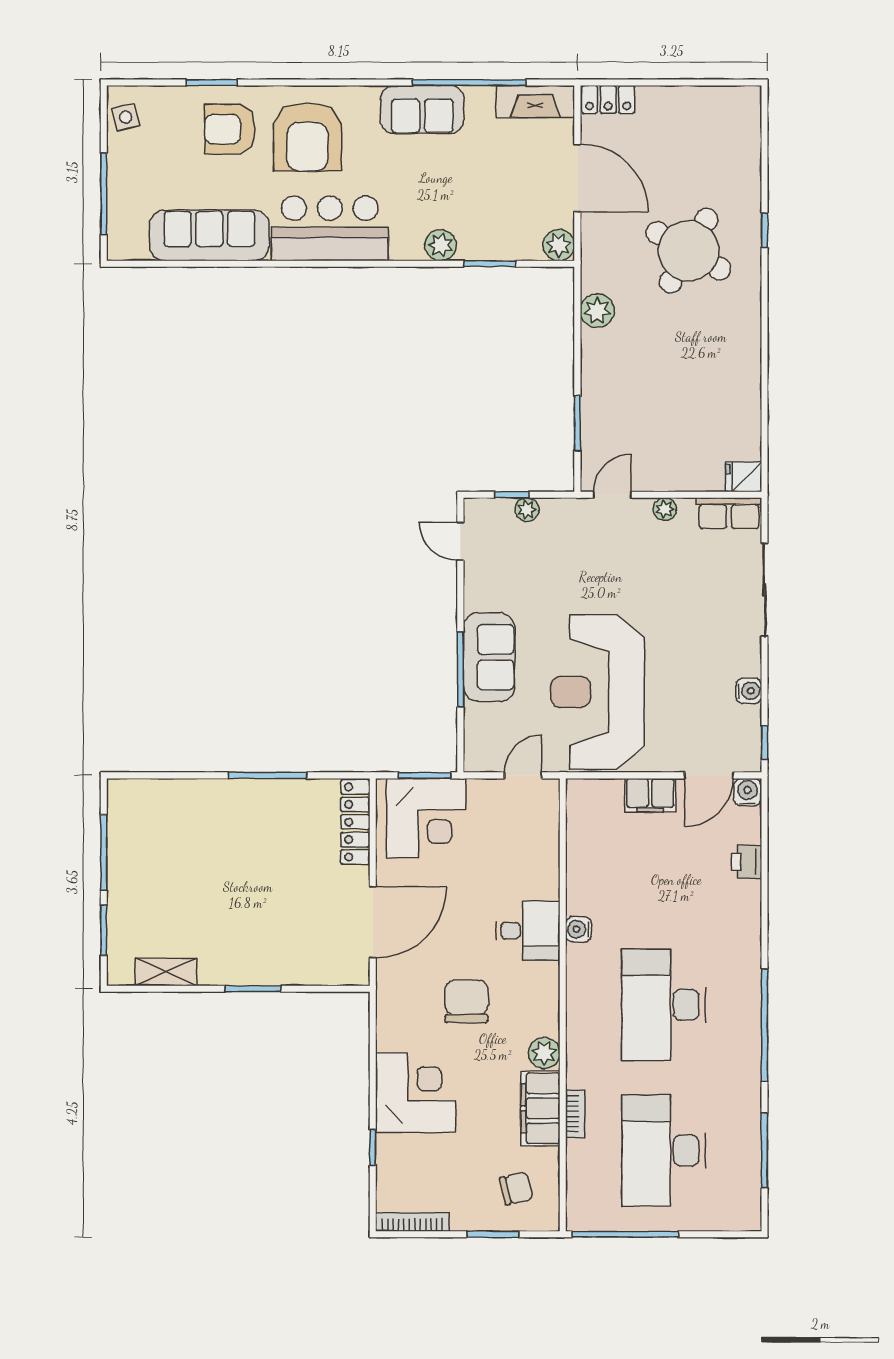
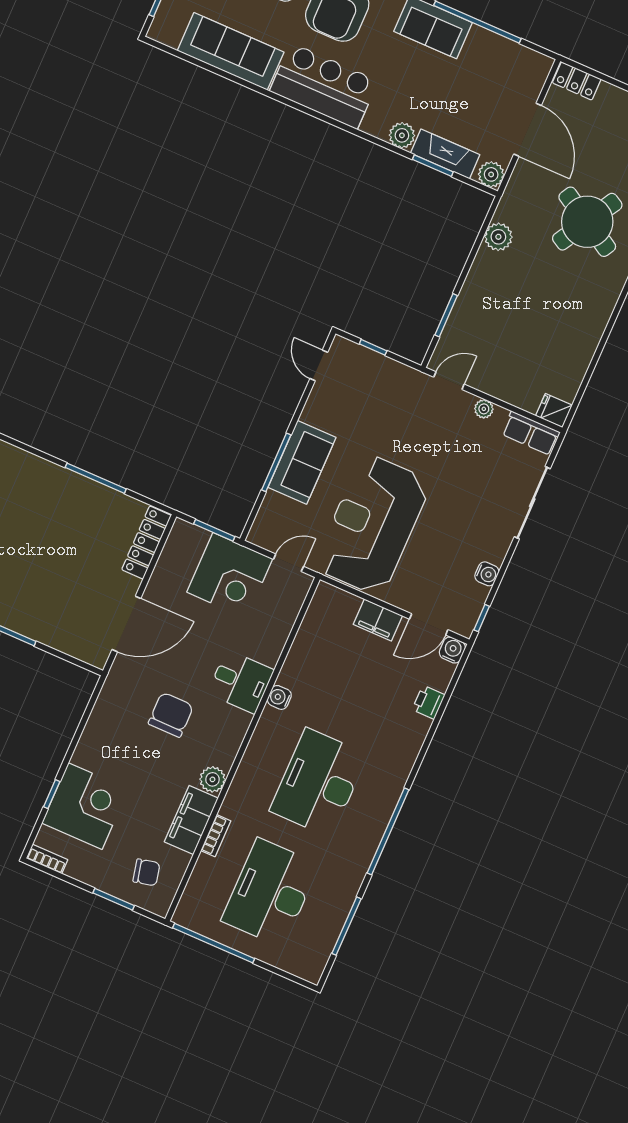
fireplace: (535, 102) -> (445, 154), moved, turned 180
plant: (527, 510) -> (380, 364), removed
corner desk: (426, 818) -> (230, 575), moved
corner desk: (416, 1093) -> (85, 806), moved
bookcase: (412, 1222) -> (47, 859), width x0.64

